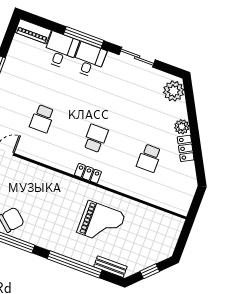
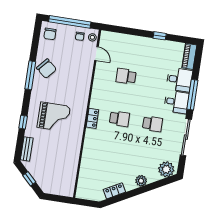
sliding door: (137, 57) -> (186, 137), width x1.37
locker: (186, 148) -> (114, 191), moved
school desk: (149, 158) -> (153, 124), moved, turned 180
grand piano: (101, 223) -> (54, 117), moved, turned -90
window: (75, 264) -> (23, 122), width x0.32

